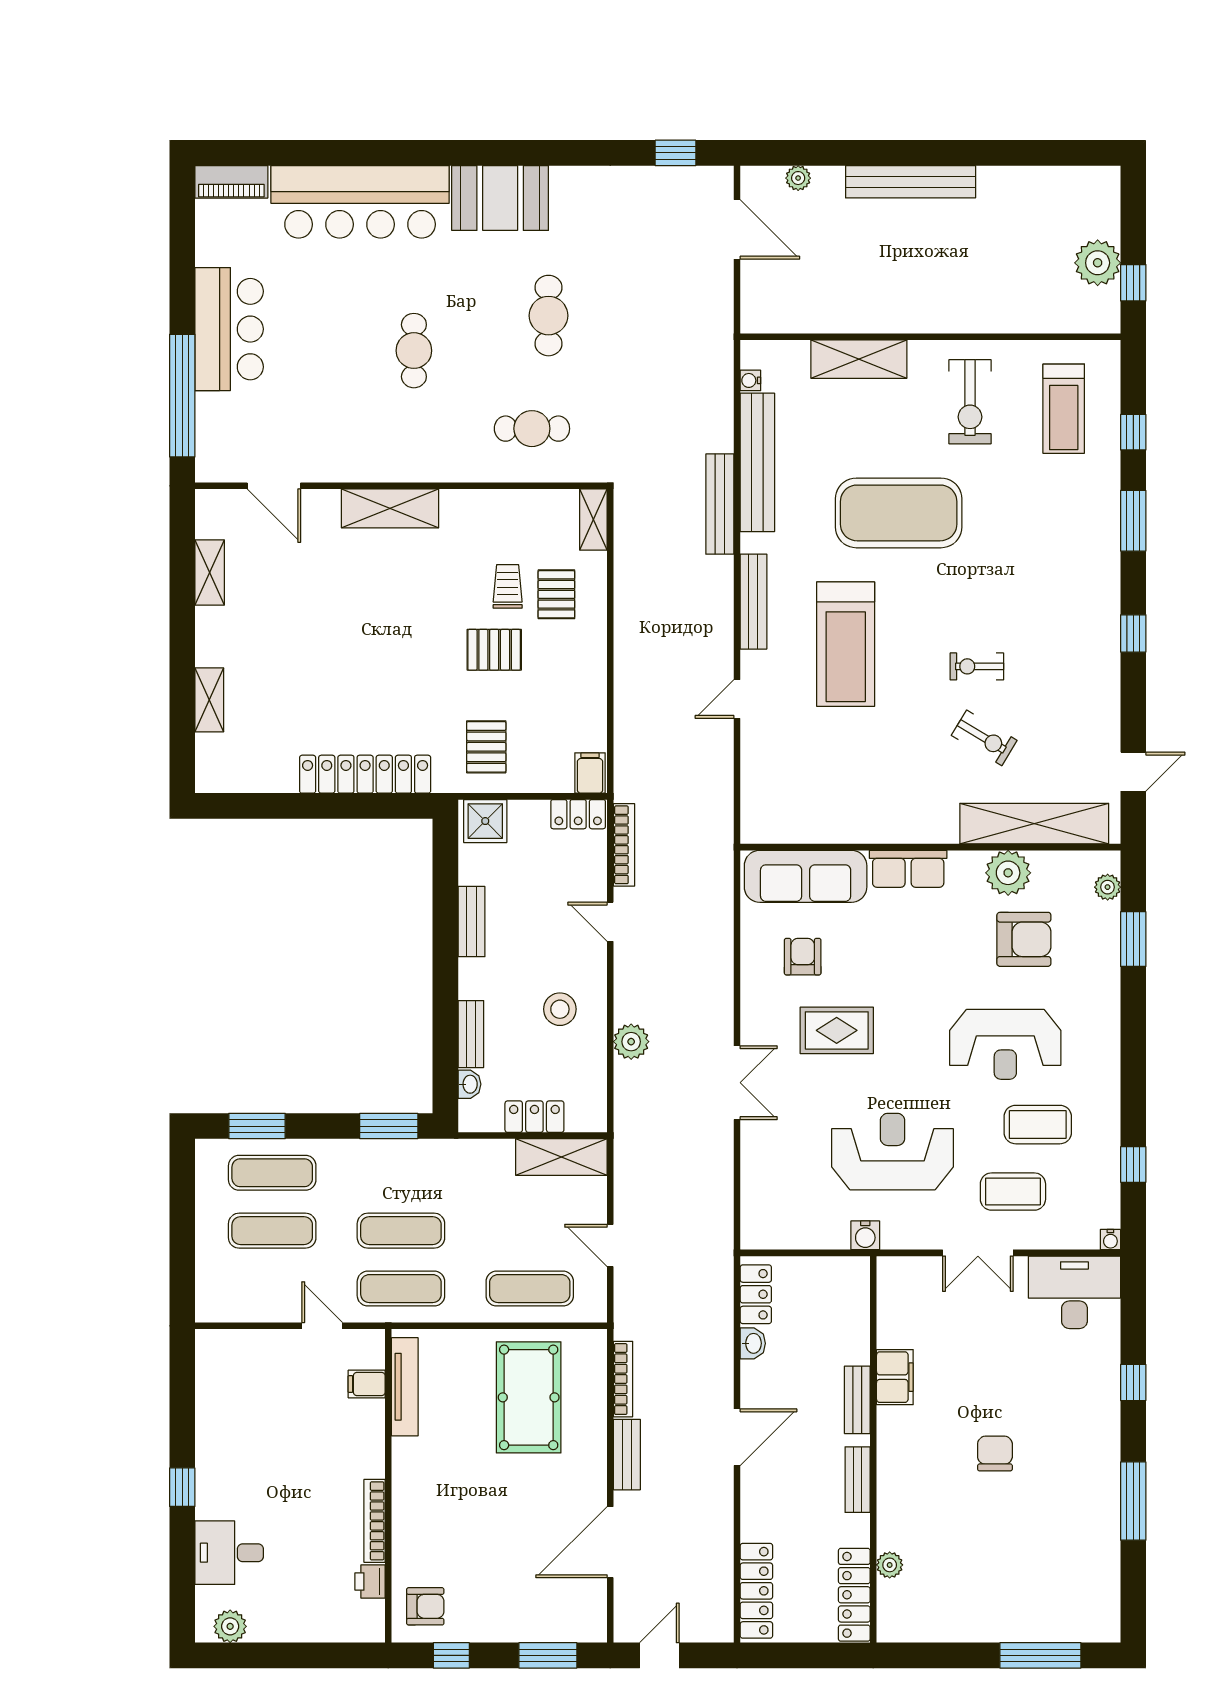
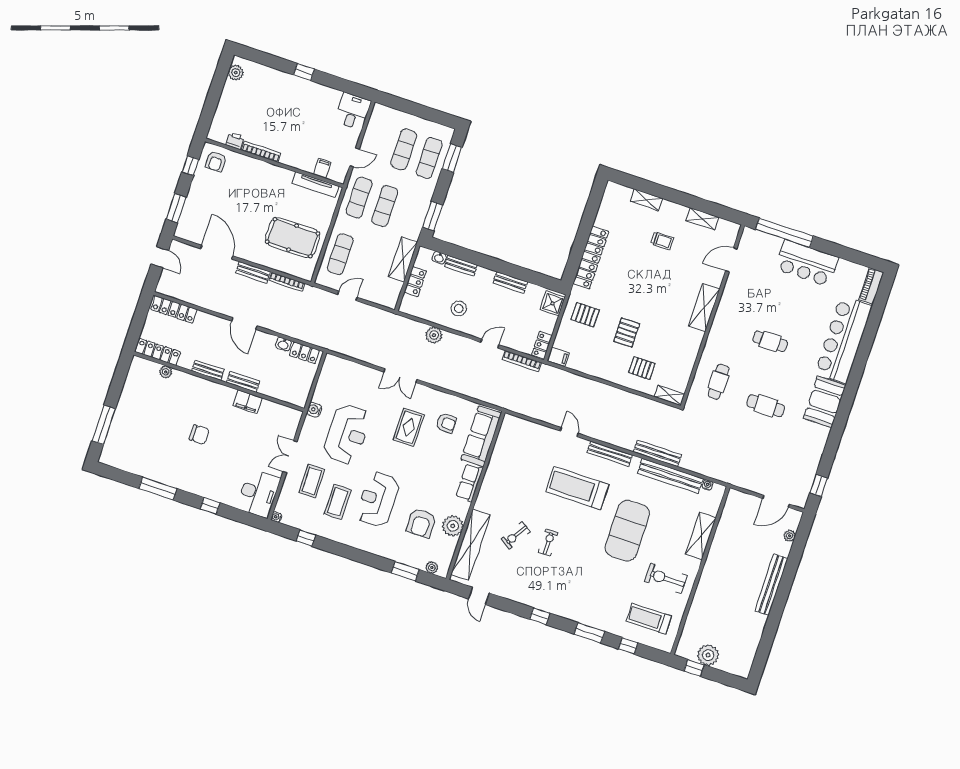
trolley: (508, 586) -> (662, 241), moved
shelving: (561, 1157) -> (403, 259), moved
desk: (229, 1553) -> (353, 111), moved

